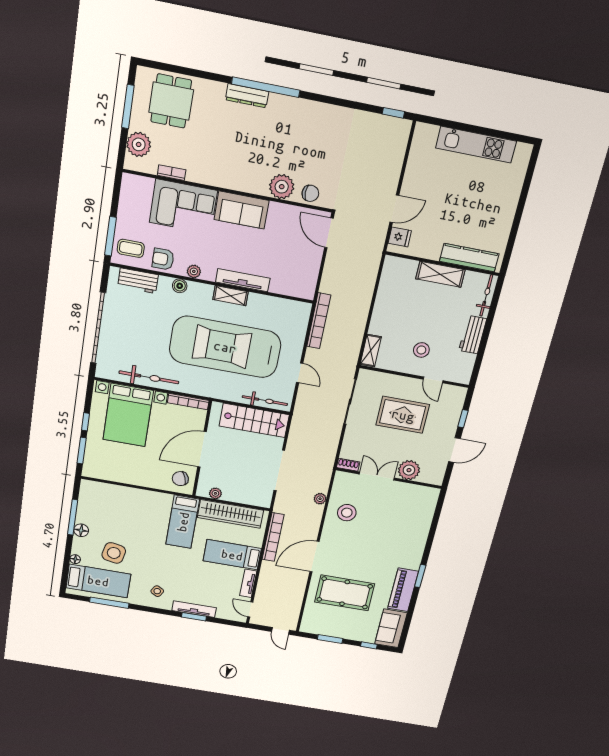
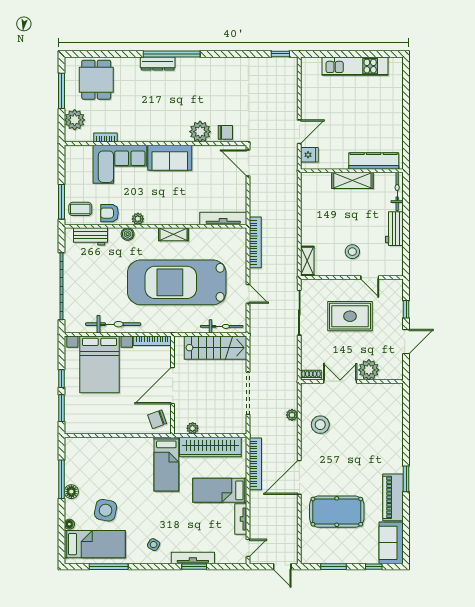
tv unit: (243, 280) -> (223, 219), moved
door: (250, 610) -> (248, 548), swing flipped

